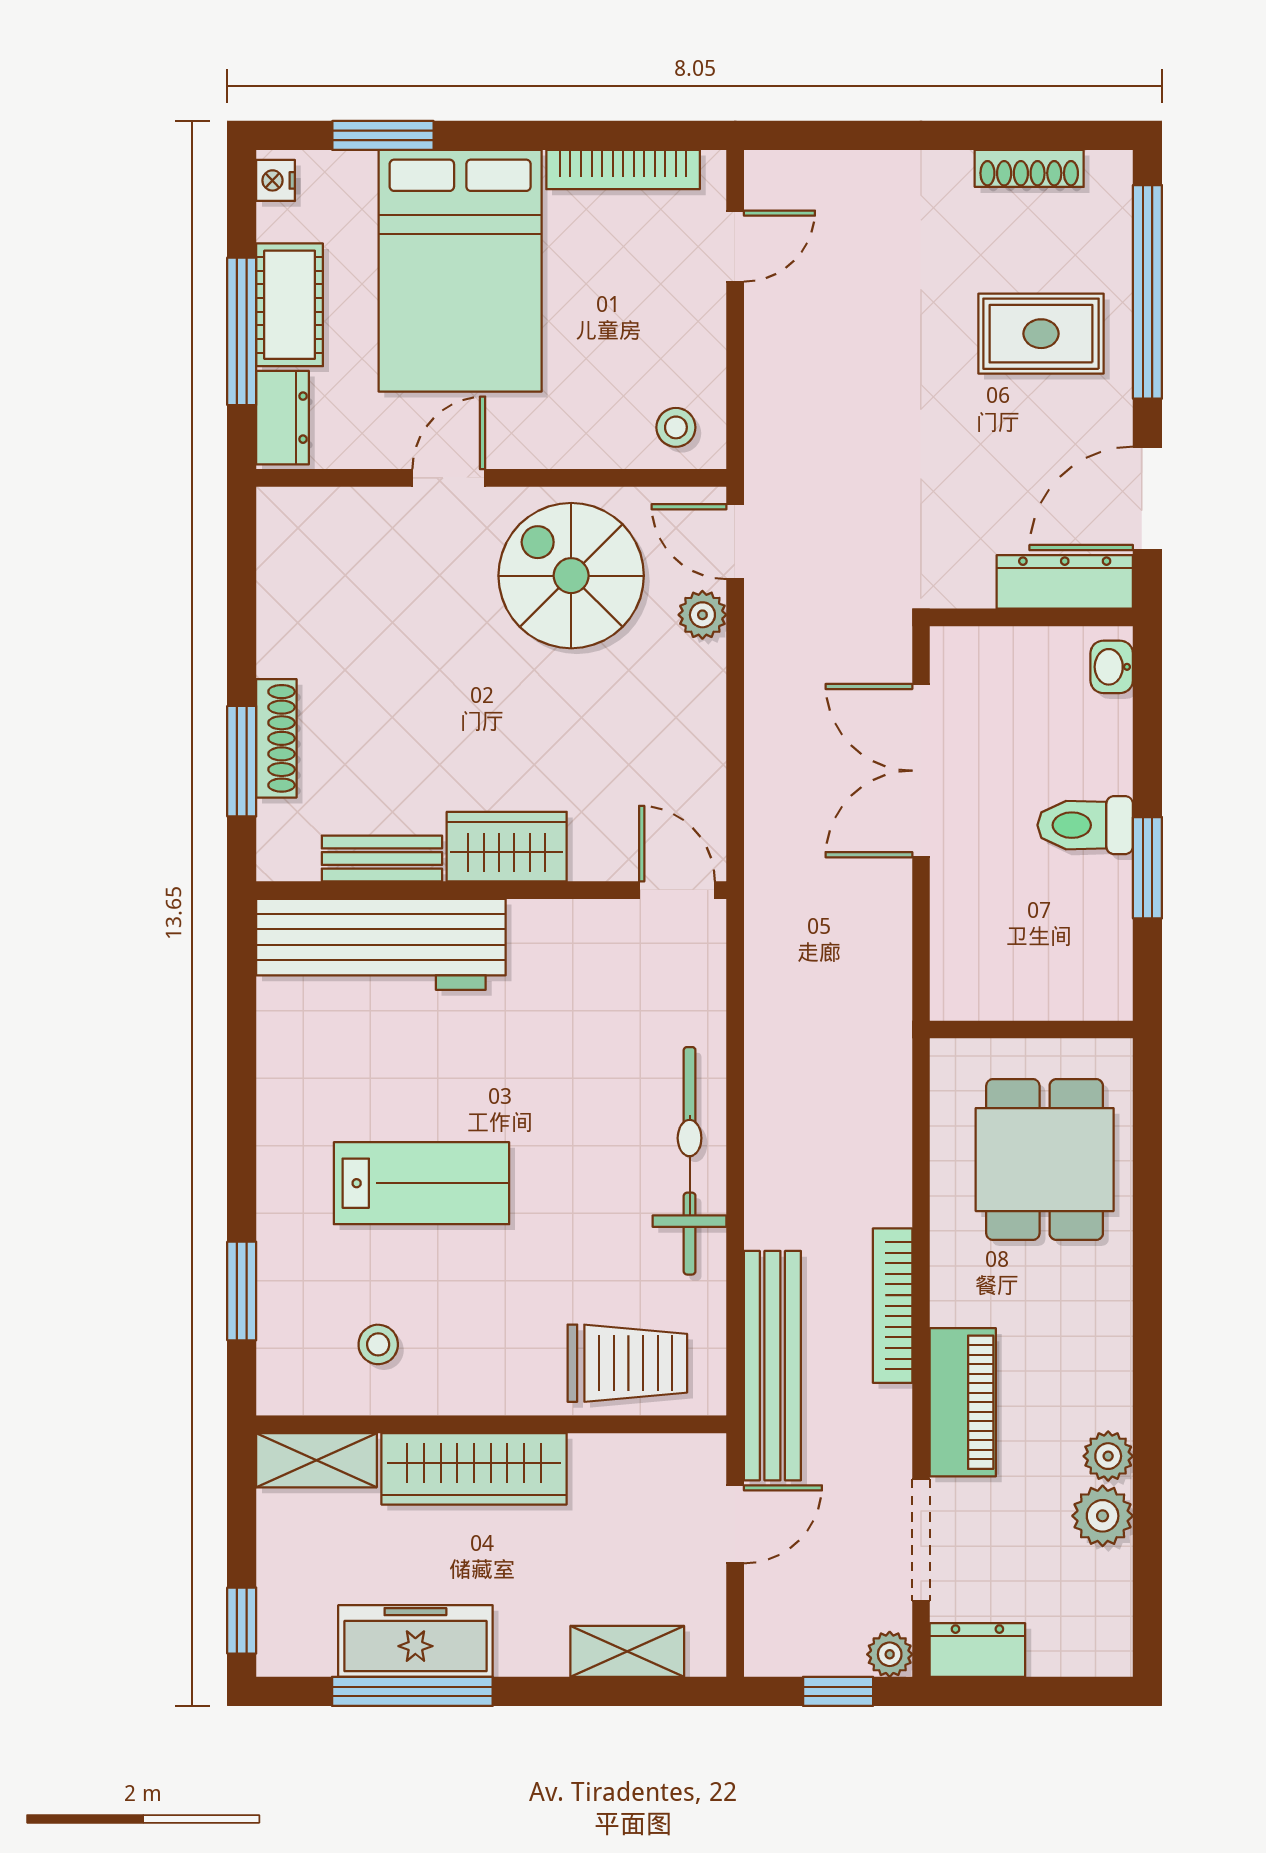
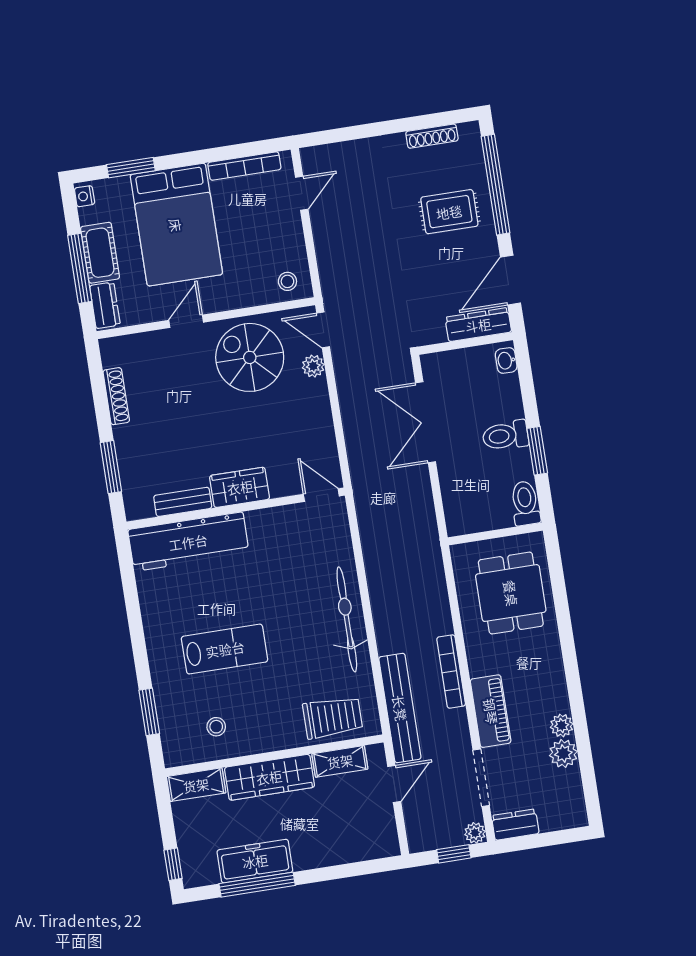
shoe rack: (276, 738) -> (116, 396), moved
toilet: (1105, 975) -> (525, 503), added
shelving: (627, 1651) -> (340, 761), moved

